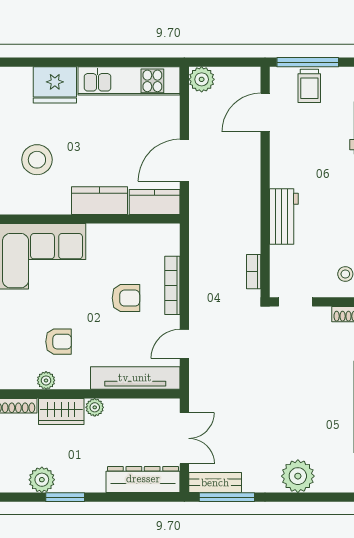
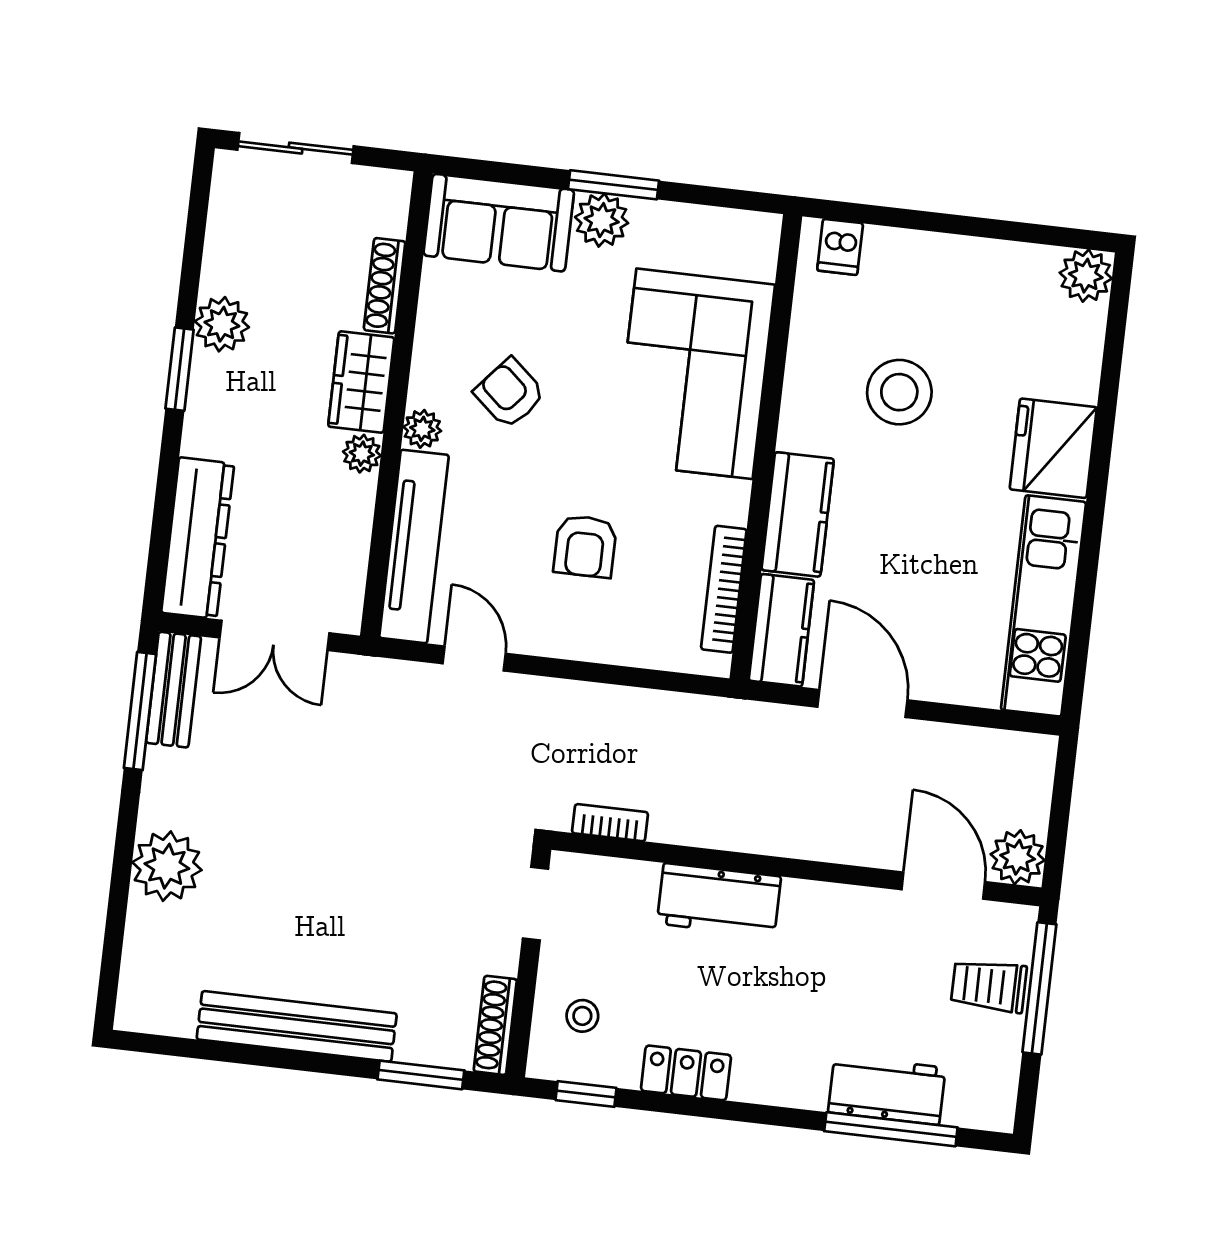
plant: (202, 79) -> (1018, 857), moved
bookcase: (172, 285) -> (724, 589), moved, turned -90
armchair: (59, 342) -> (510, 393), turned 131
plant: (46, 380) -> (422, 429), moved

